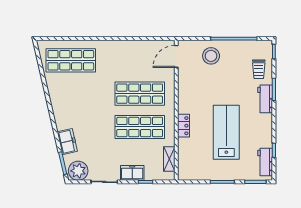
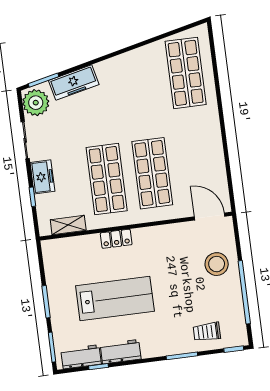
workbench: (265, 99) -> (121, 352), moved
freezer: (67, 142) -> (74, 83), width x1.40

